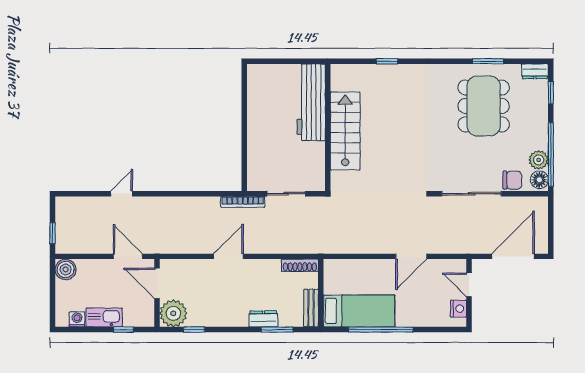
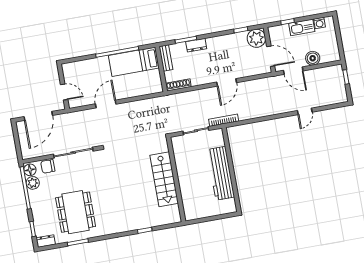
workbench: (311, 102) -> (221, 173), moved, turned 180
boiler: (66, 269) -> (313, 58), moved
nightstand: (458, 309) -> (68, 75), removed

